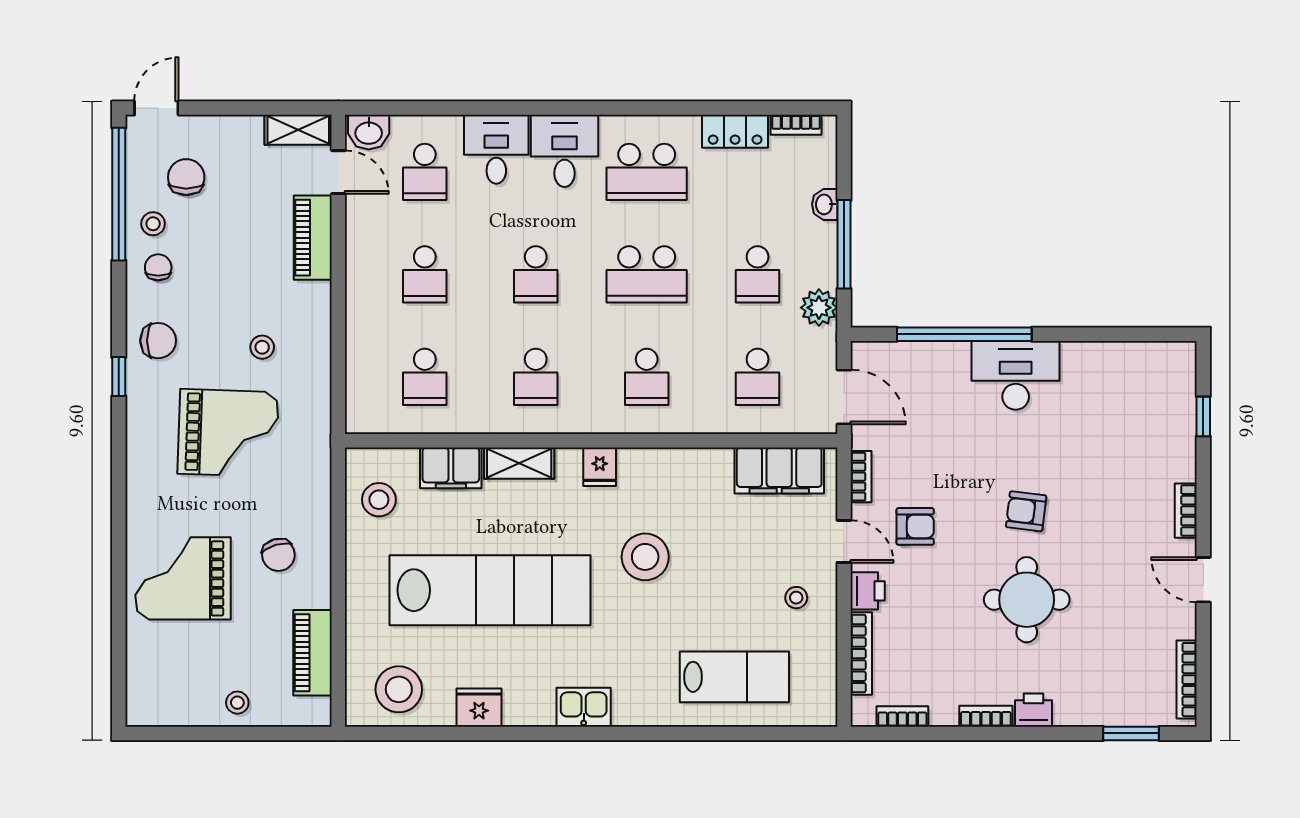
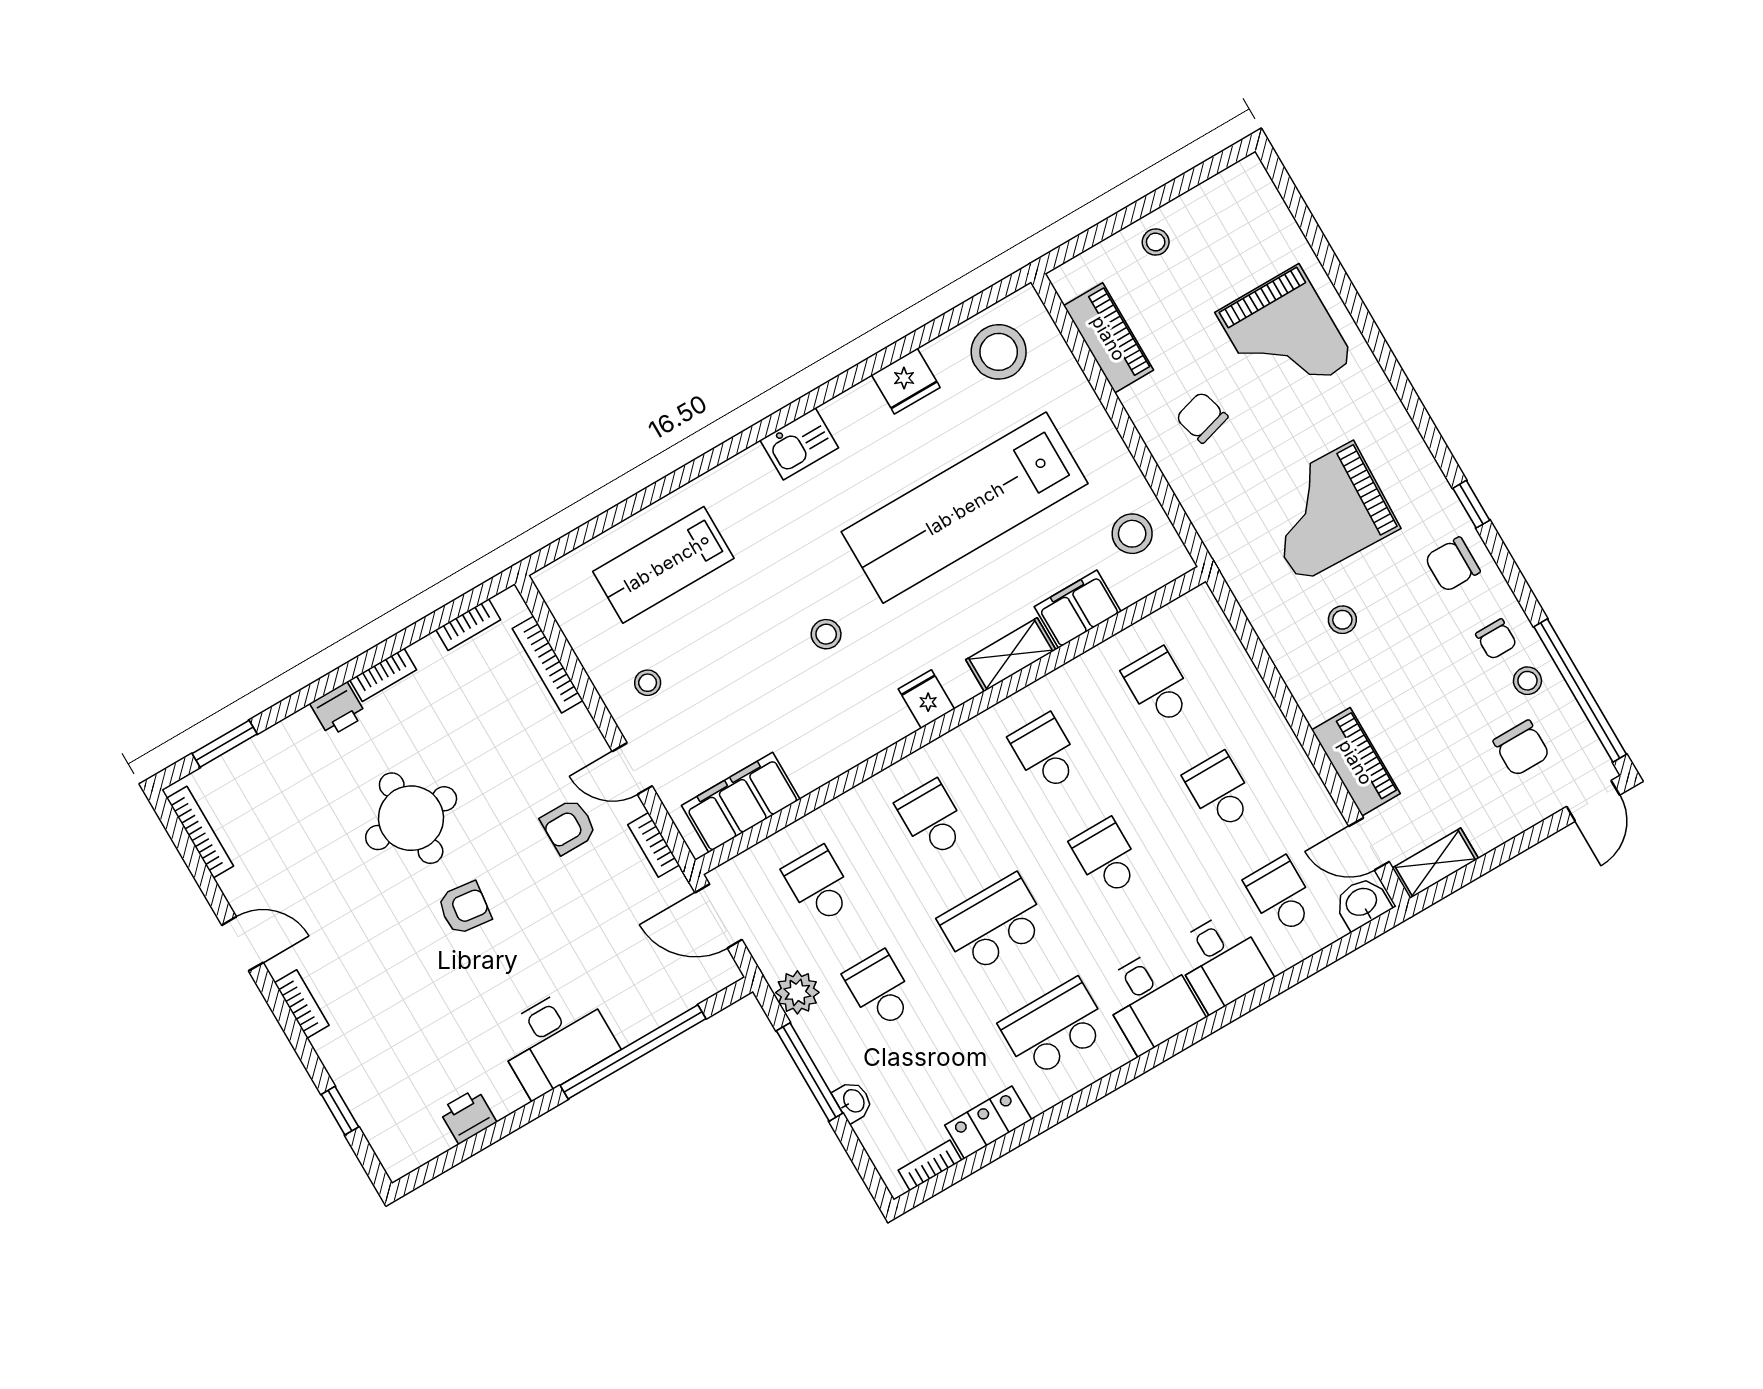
stool: (645, 557) -> (826, 634), width x0.53, depth x0.53
grand piano: (183, 578) -> (1285, 336), turned 90
printer: (868, 591) -> (468, 1116), moved, turned 90

